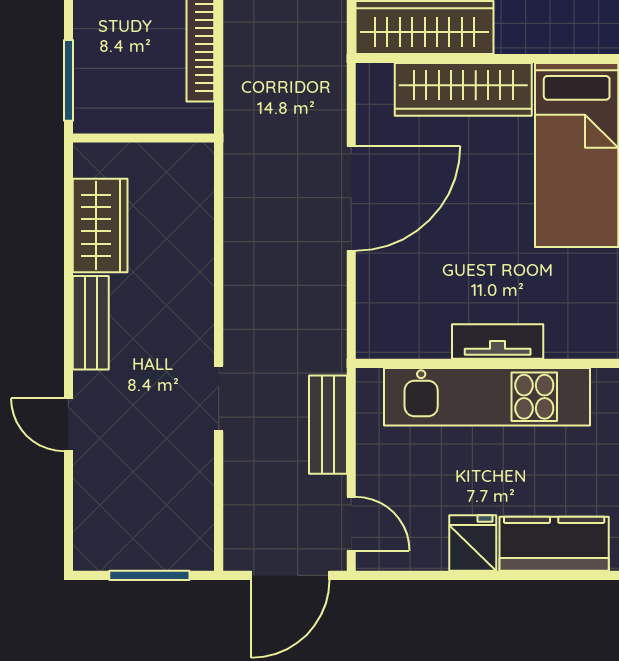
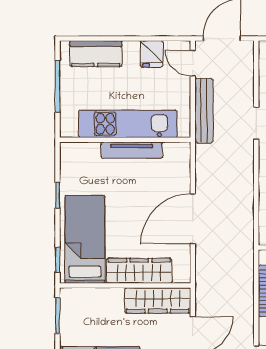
tv unit: (498, 342) -> (132, 150), width x1.41
bench: (328, 425) -> (204, 111), width x1.36
fridge: (473, 543) -> (152, 54), moved

